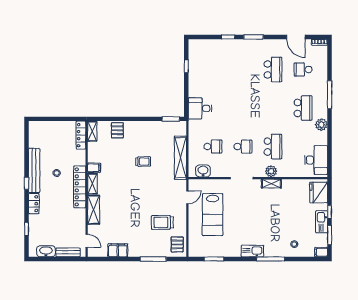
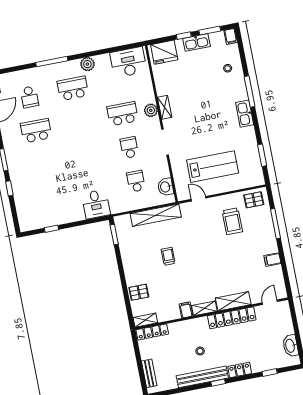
locker: (80, 187) -> (232, 318), moved
filing cabinet: (118, 250) -> (272, 260), width x0.50
bench: (68, 252) -> (149, 373), moved

